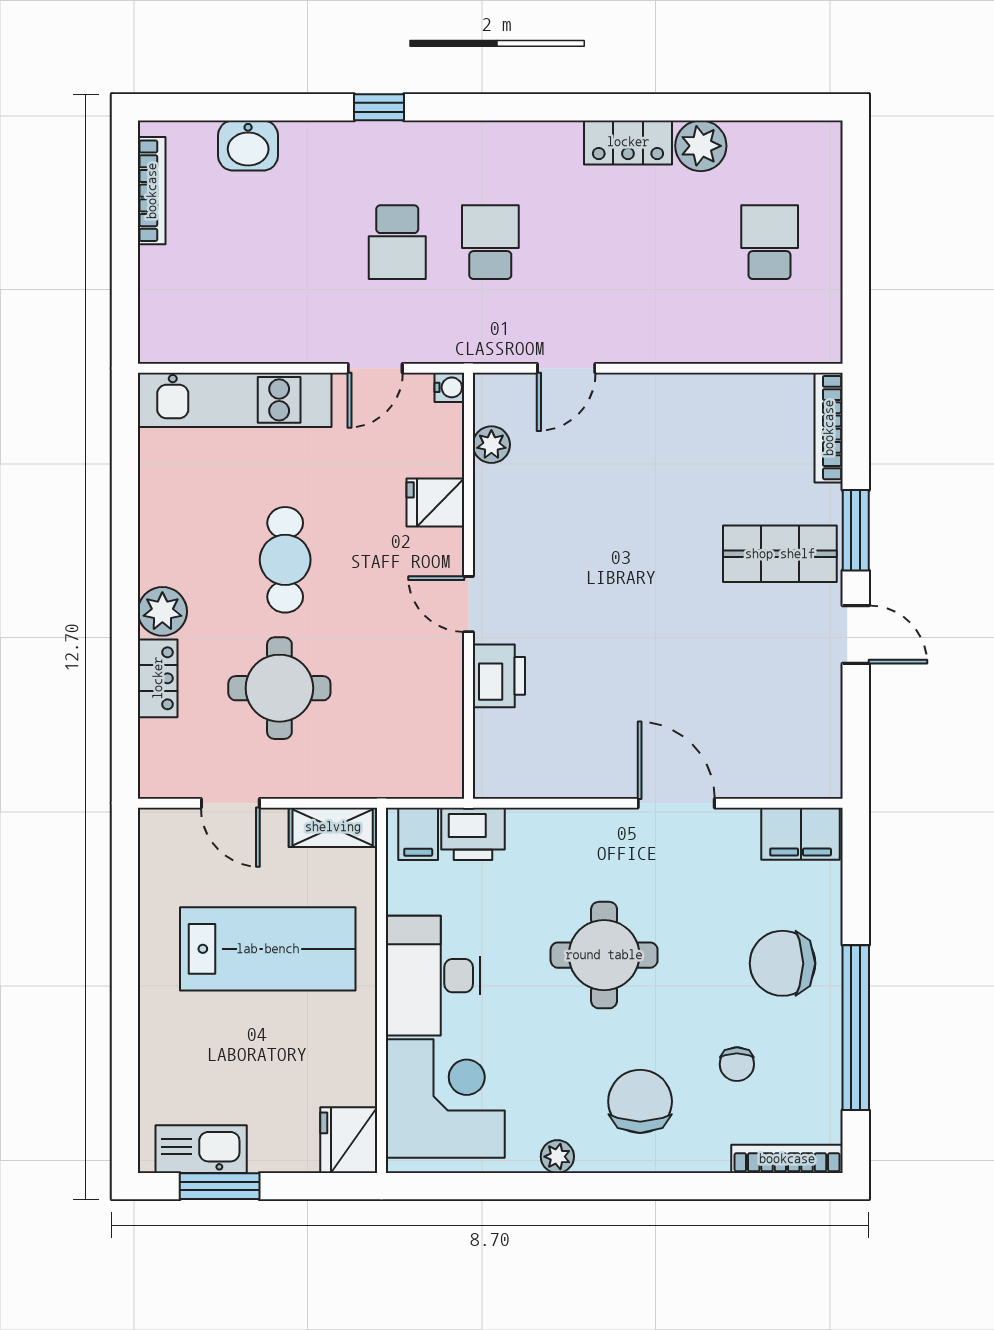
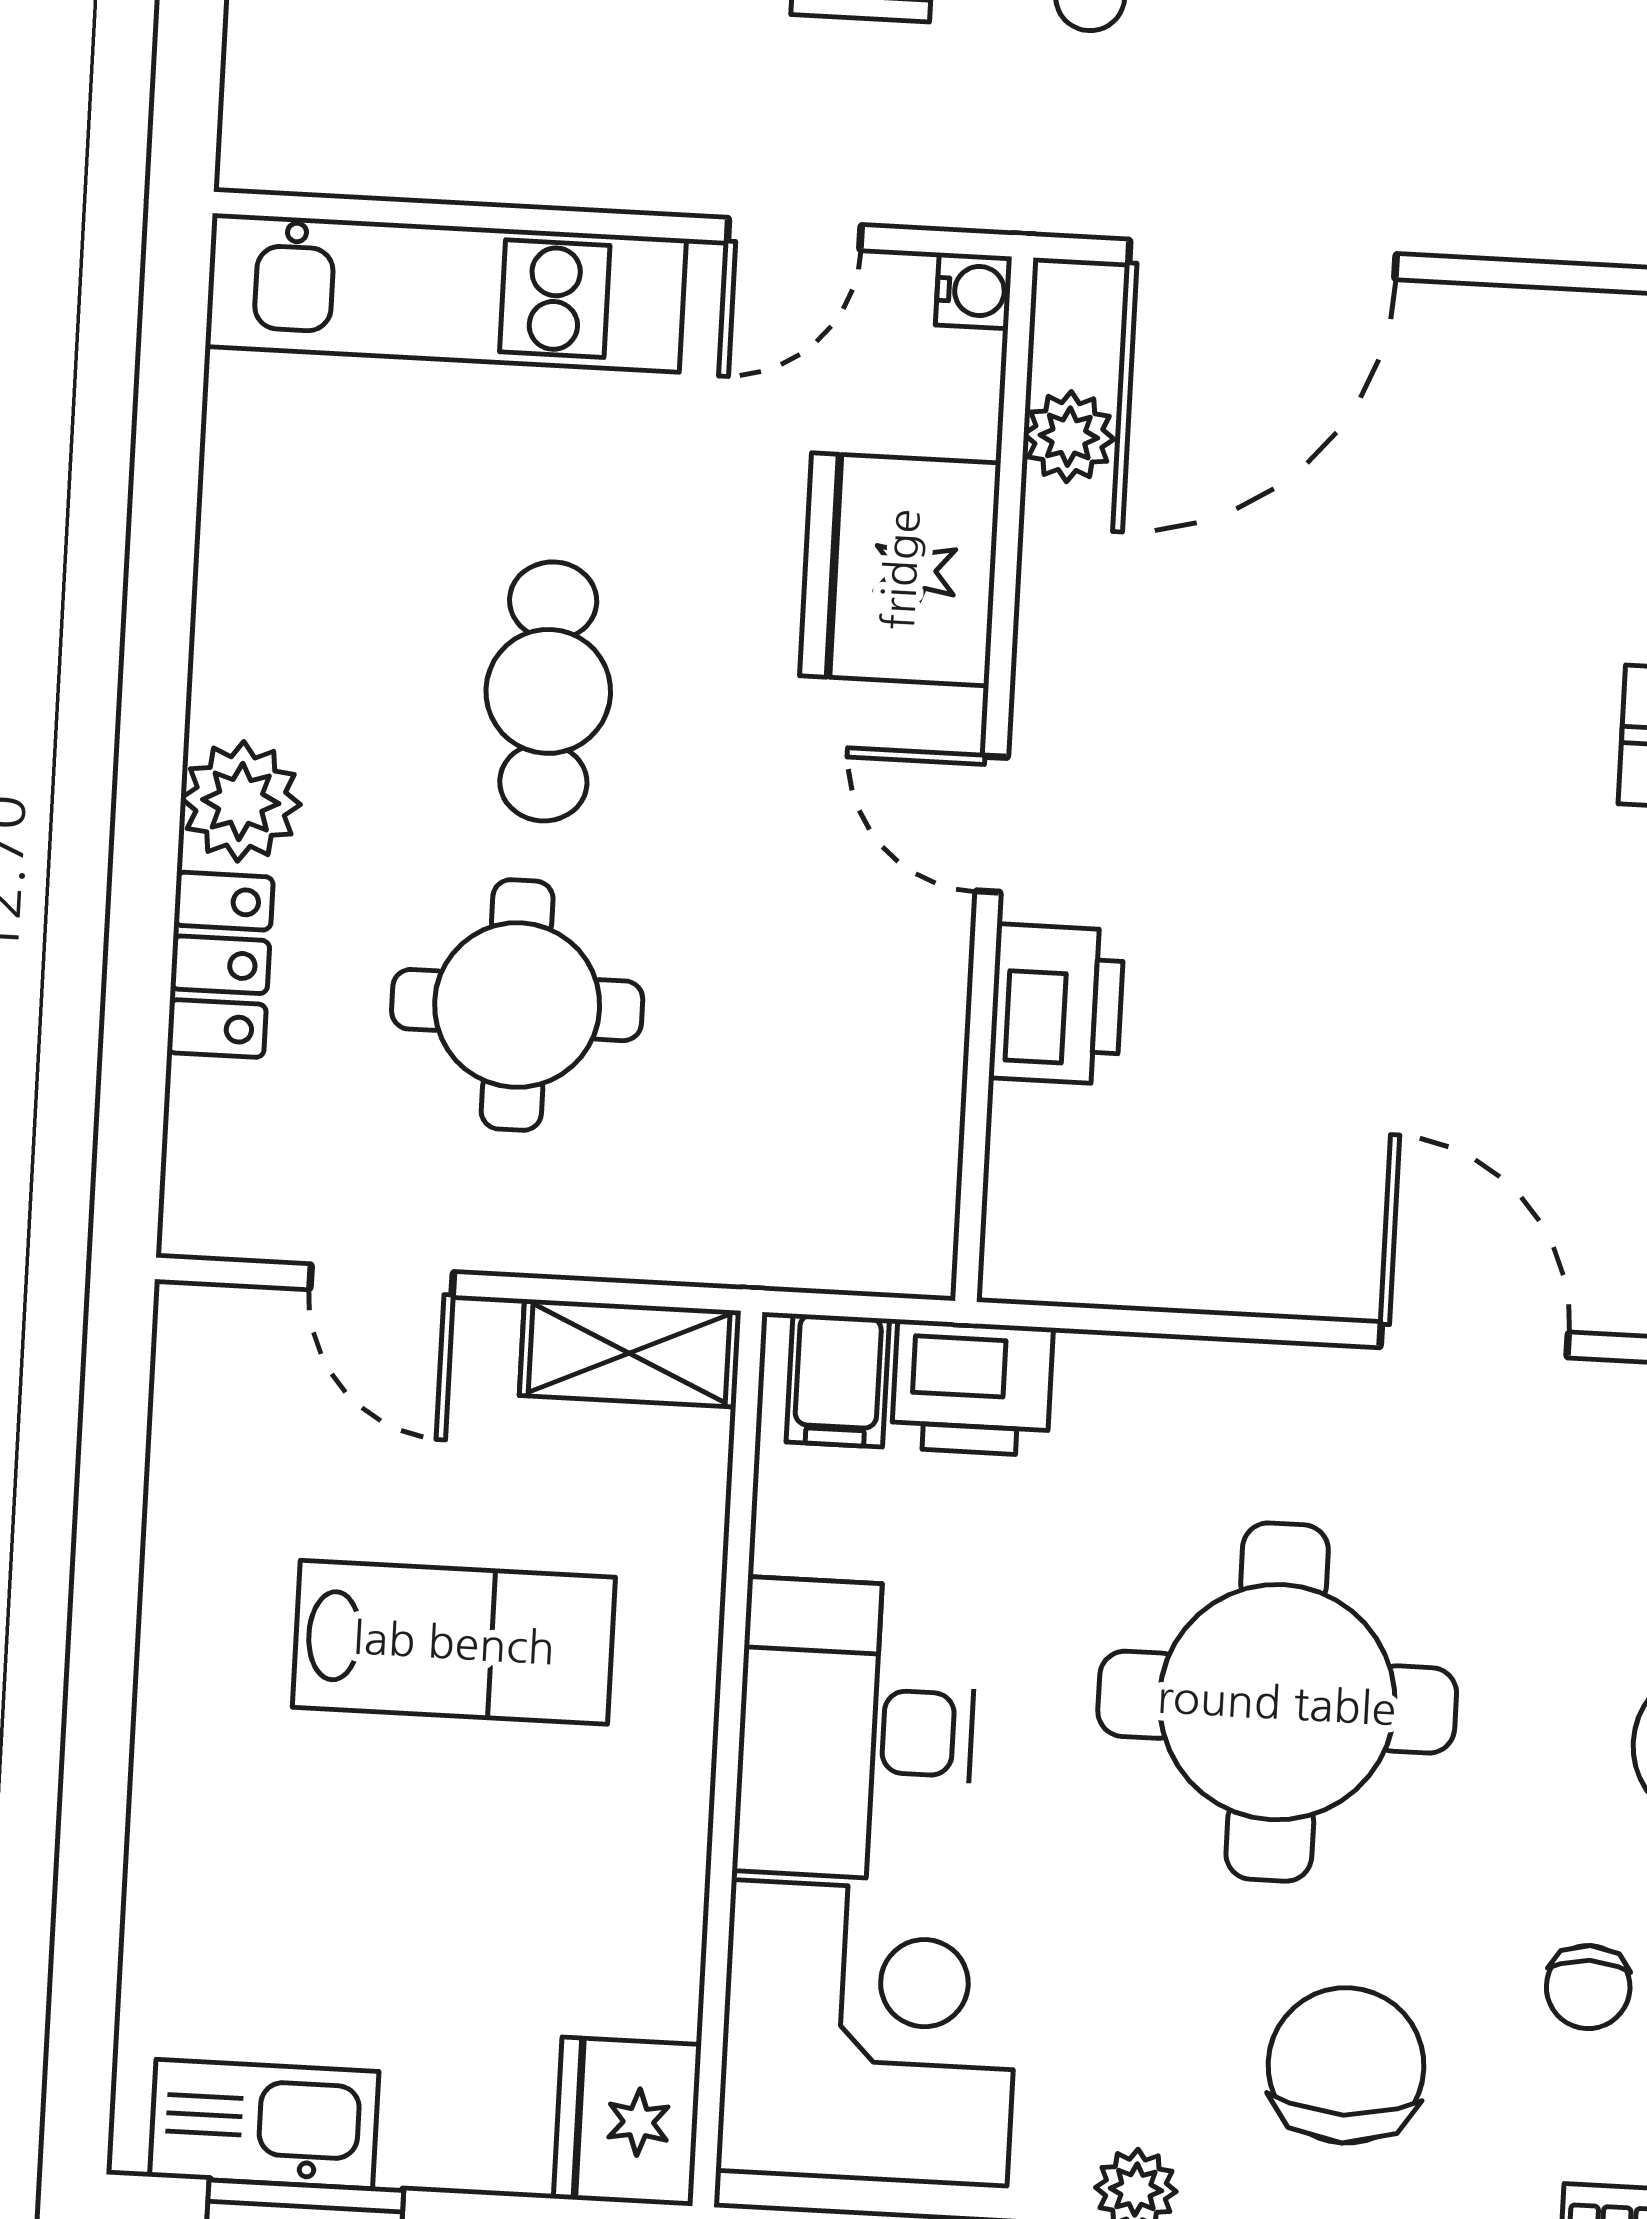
door: (566, 368) -> (1262, 259), width x1.88
fridge: (435, 502) -> (900, 569), width x1.88, depth x1.34
lab bench: (268, 949) -> (454, 1642), width x0.73, depth x0.72
round table: (604, 955) -> (1277, 1702), width x1.36, depth x1.36

